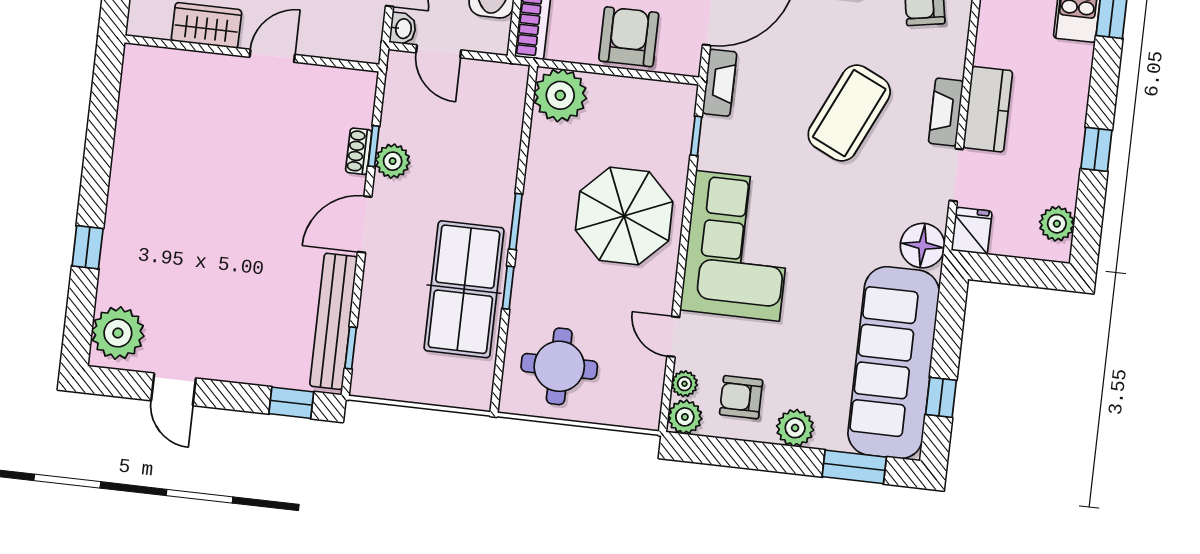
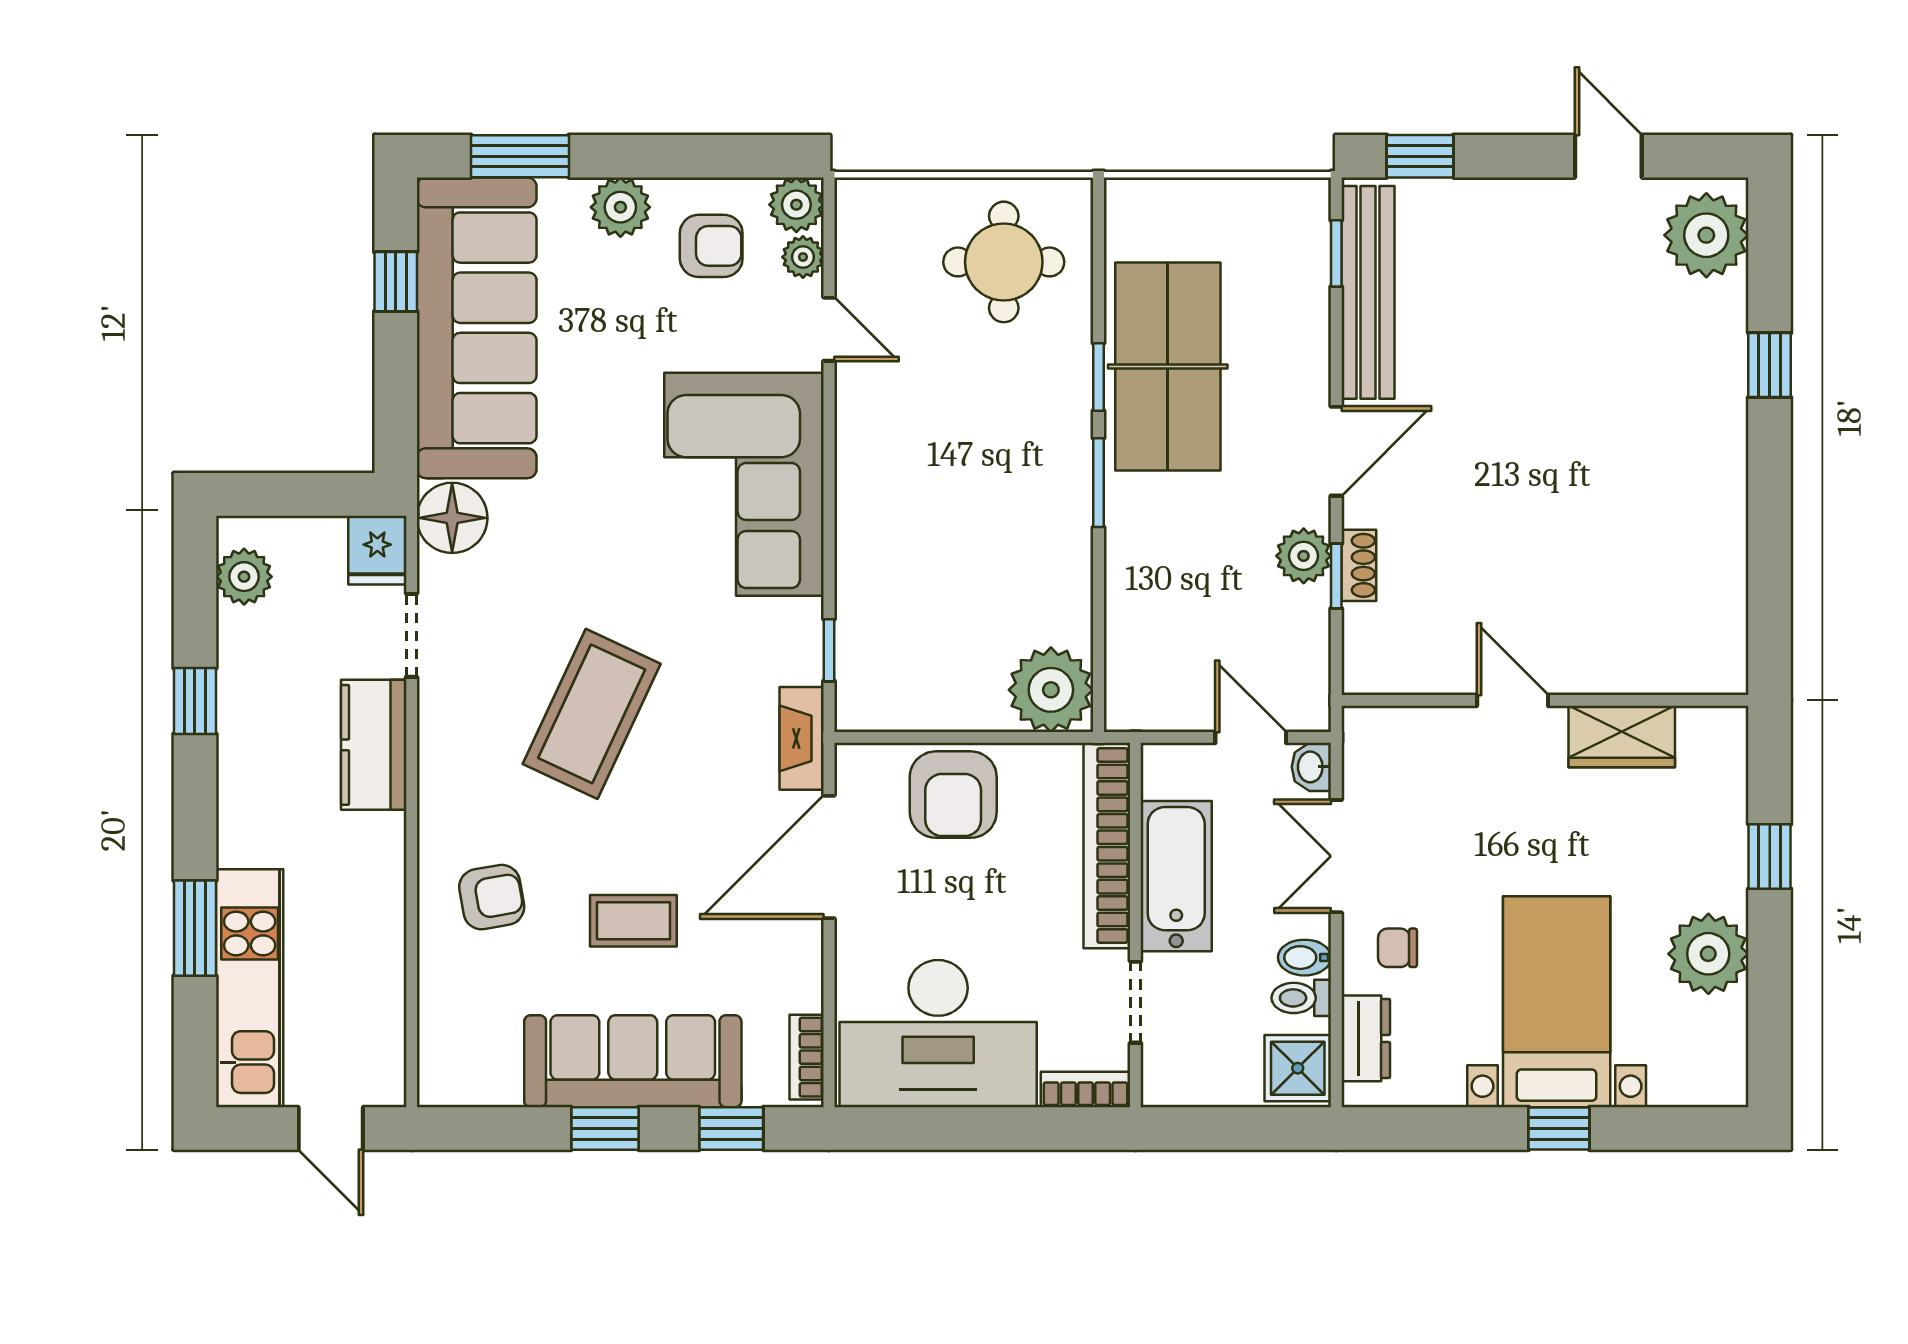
door: (272, 56) -> (1513, 700), swing flipped
fireplace: (946, 112) -> (439, 733), removed
parasol: (624, 216) -> (928, 511), removed

